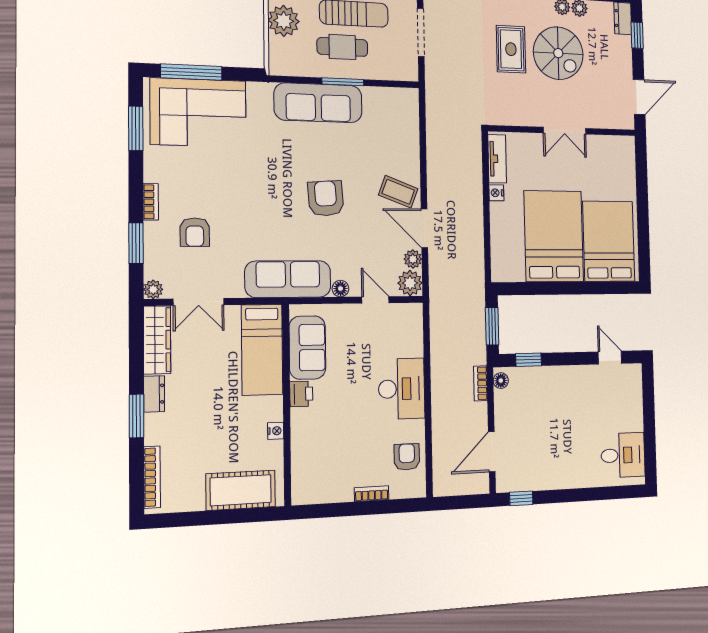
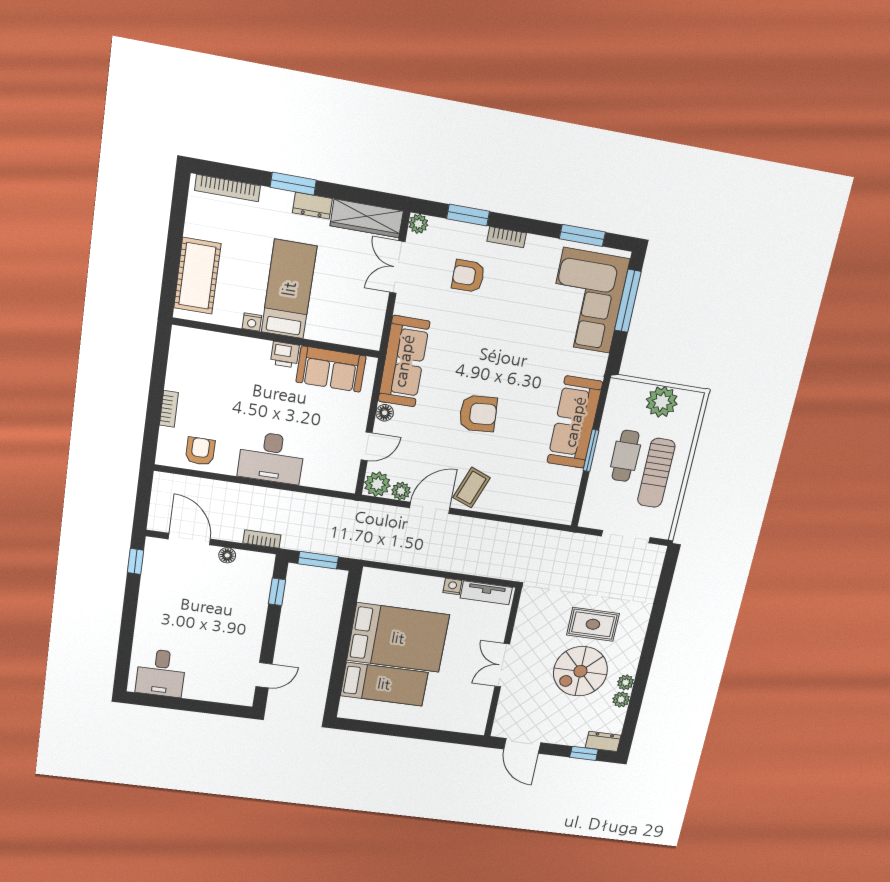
bed: (609, 241) -> (384, 684), width x0.67
bed: (262, 350) -> (289, 289), moved, turned 90
floor lamp: (501, 381) -> (227, 555), moved
armchair: (407, 457) -> (200, 451), turned -90

